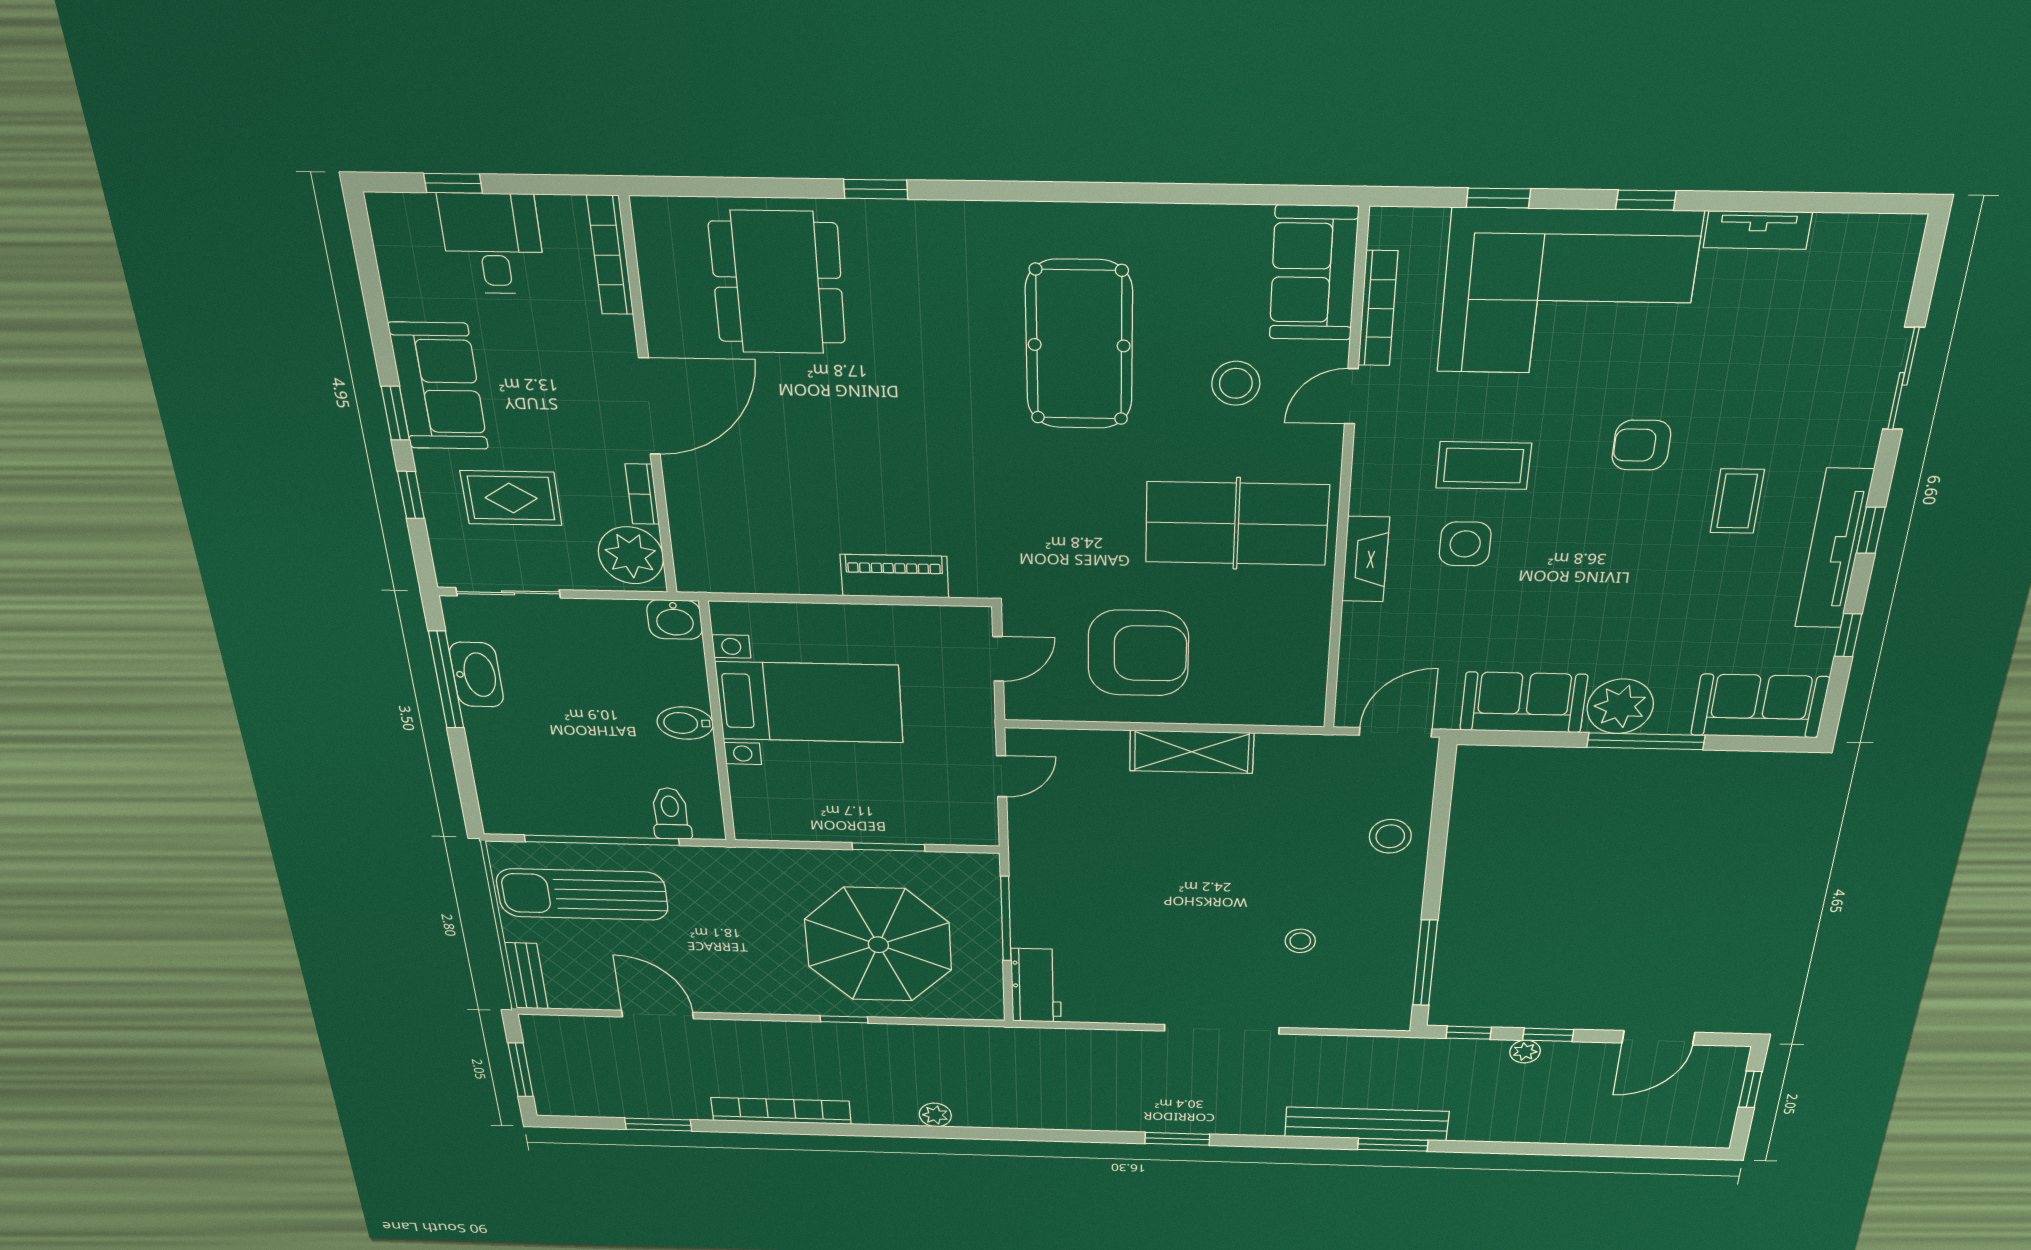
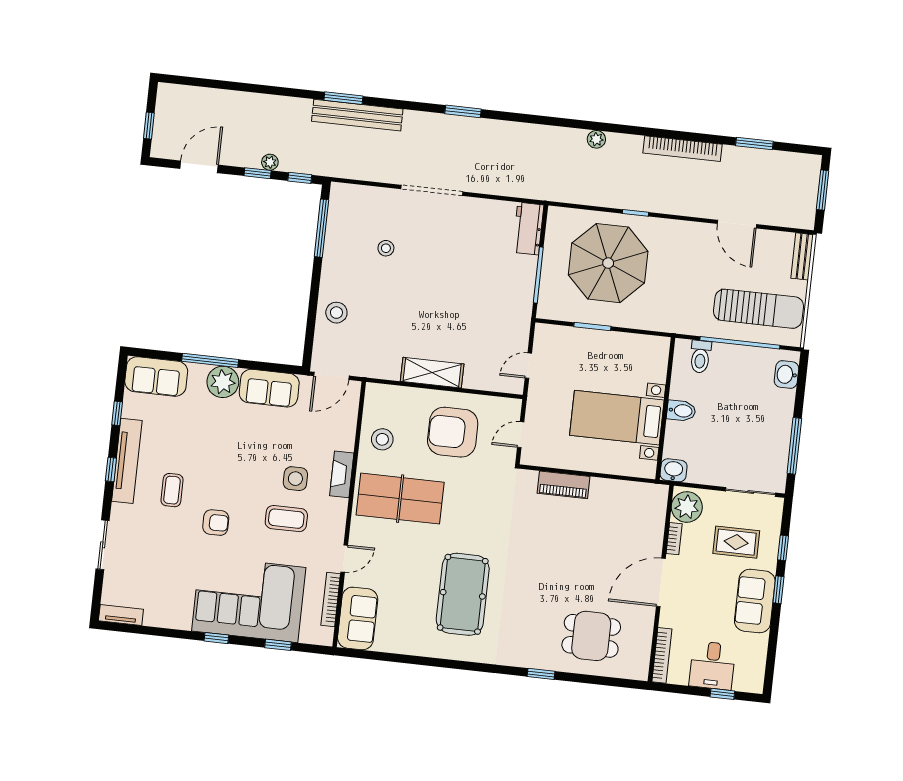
tv unit: (1758, 230) -> (121, 615), moved
dining table: (777, 283) -> (591, 636), width x0.73
stool: (1236, 383) -> (382, 439), moved
washbasin: (477, 675) -> (786, 375), moved, width x0.72

